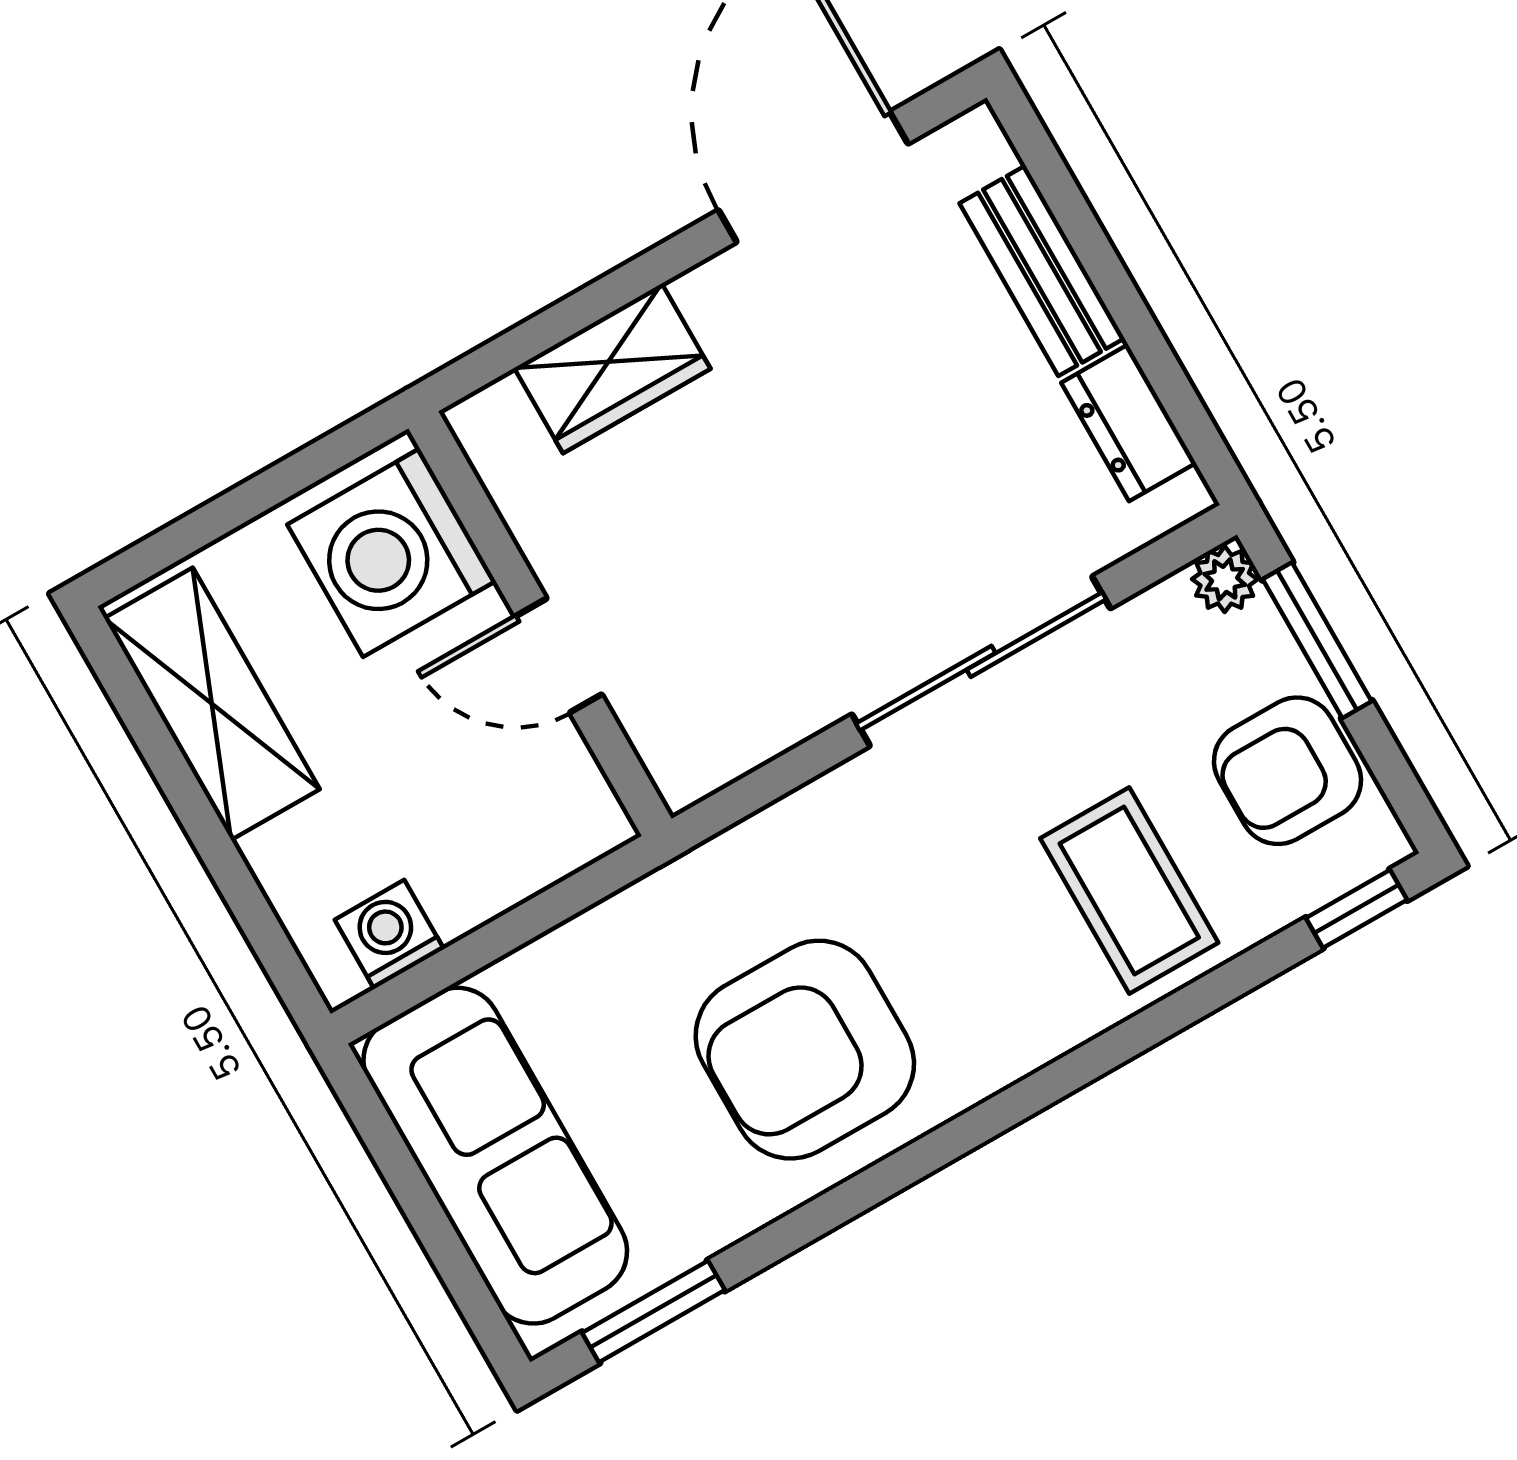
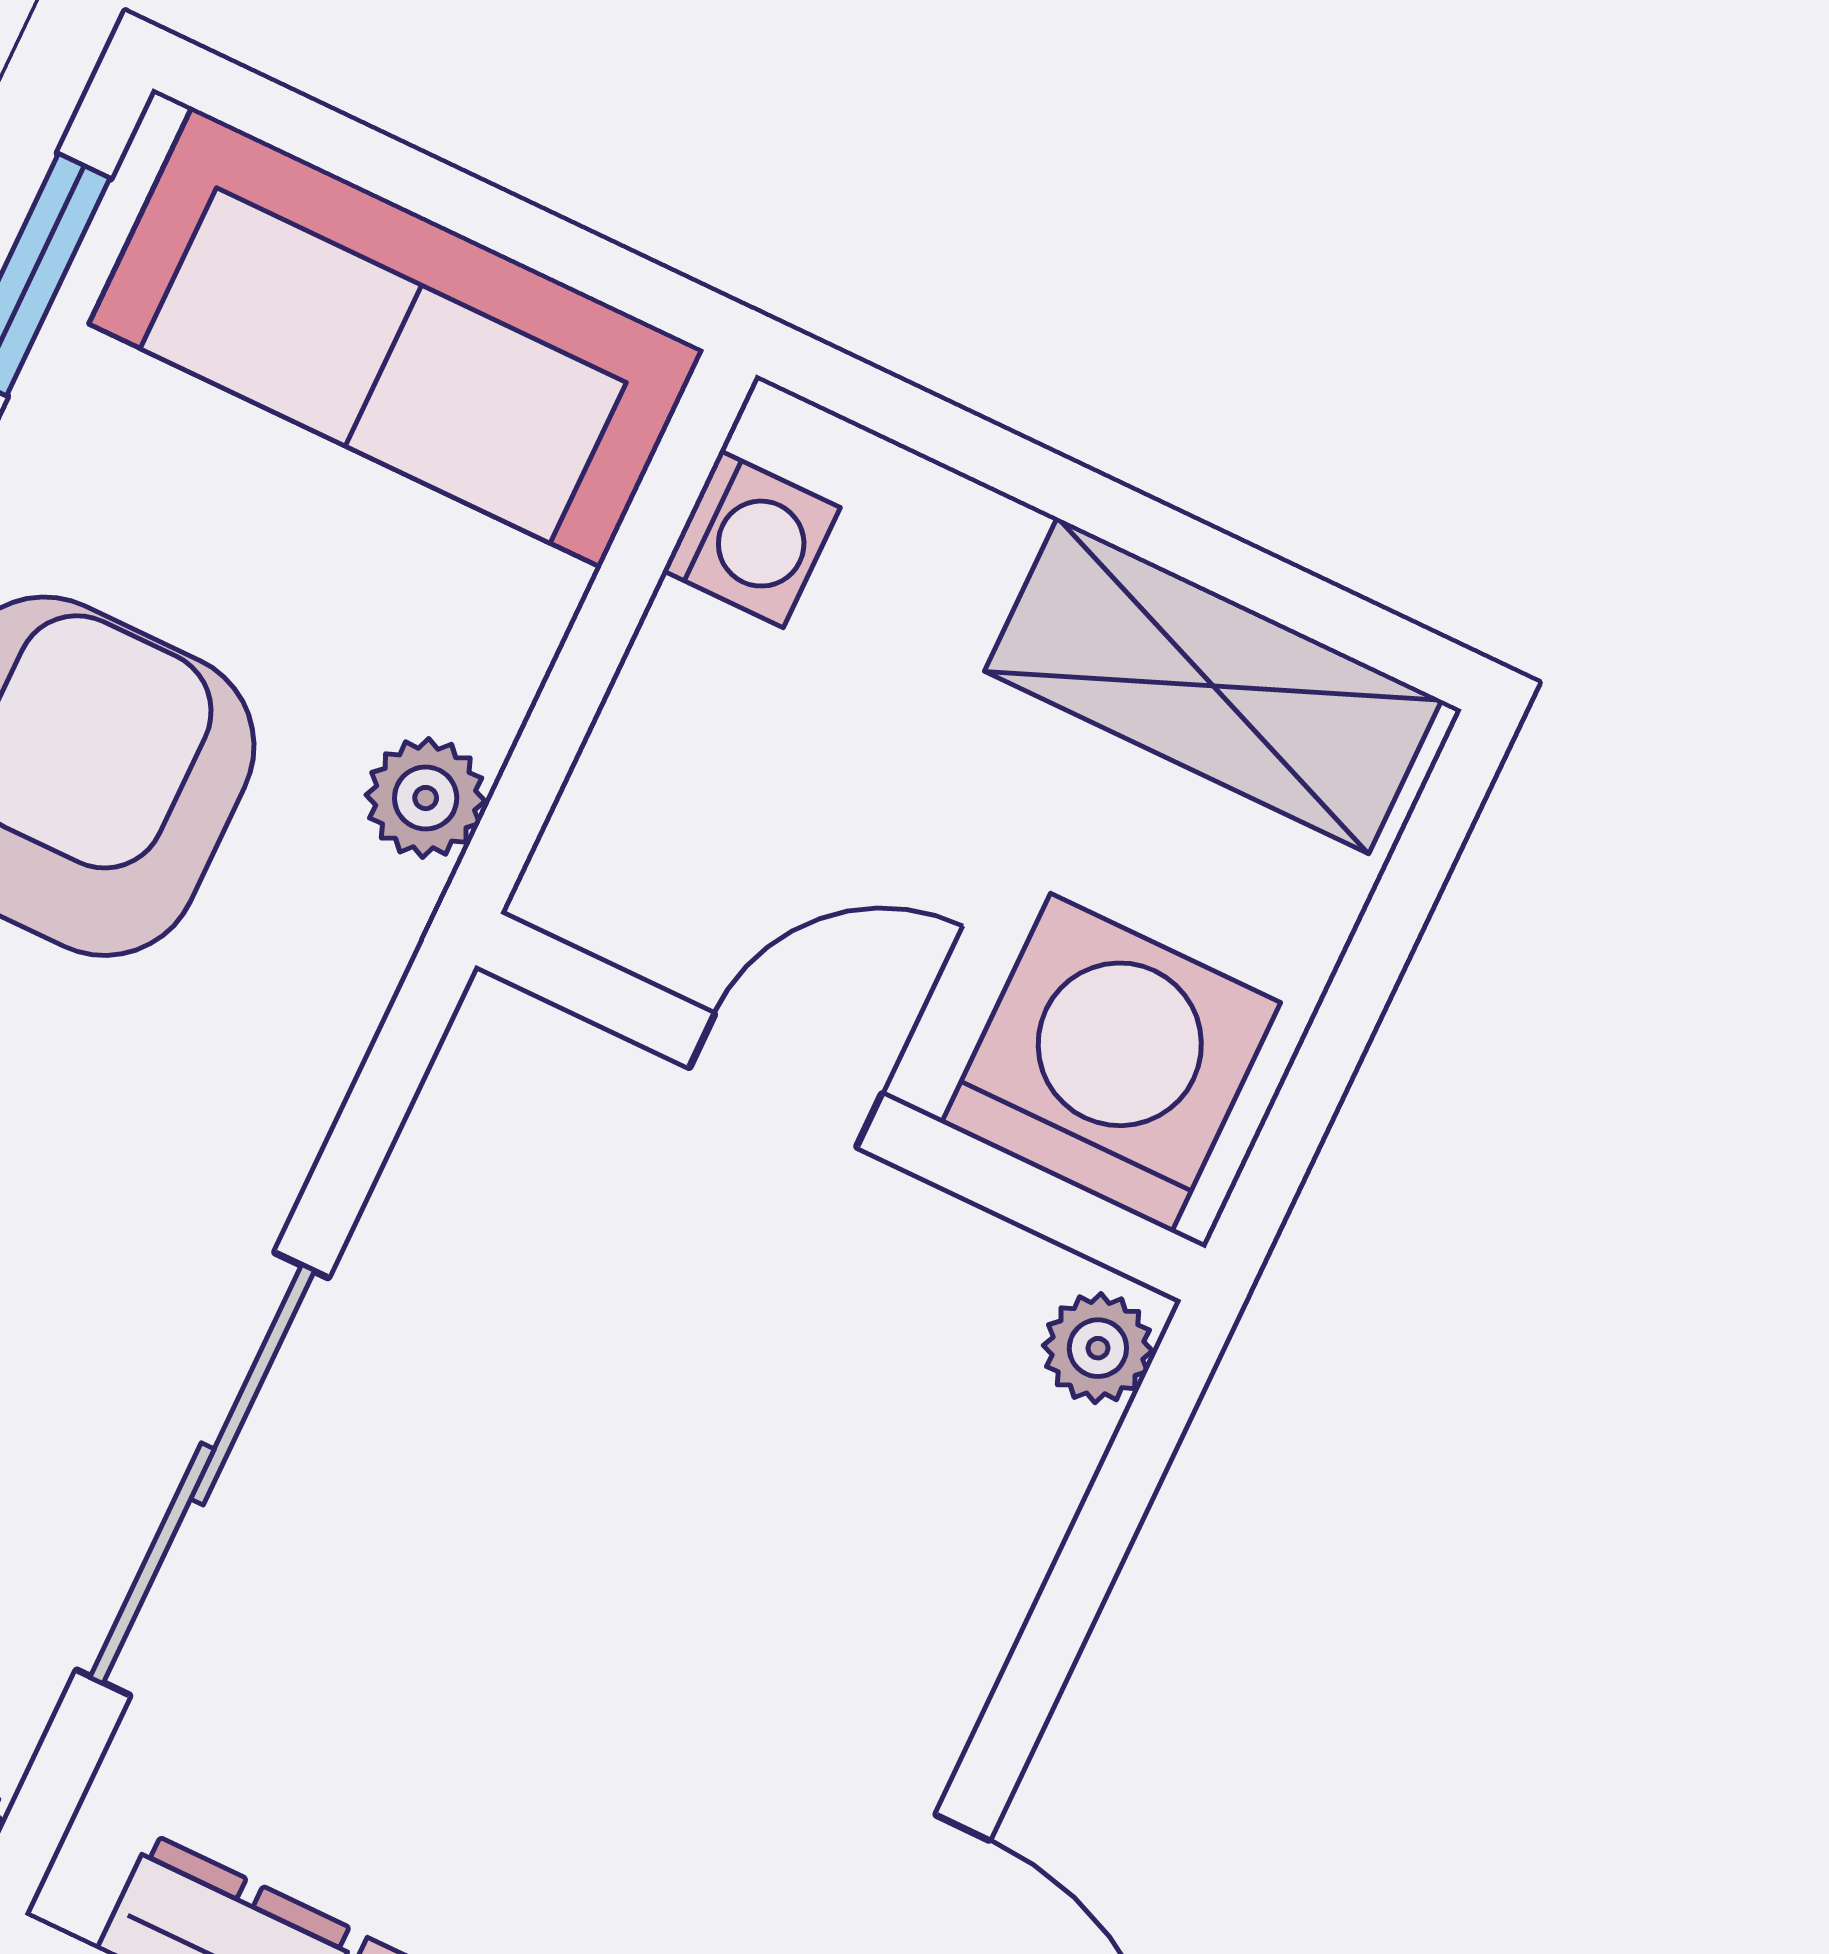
wardrobe: (612, 368) -> (984, 1524), removed
plant: (496, 416) -> (1098, 1348), added
plant: (639, 918) -> (426, 798), added

